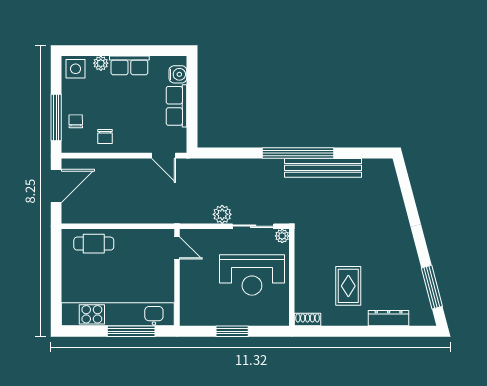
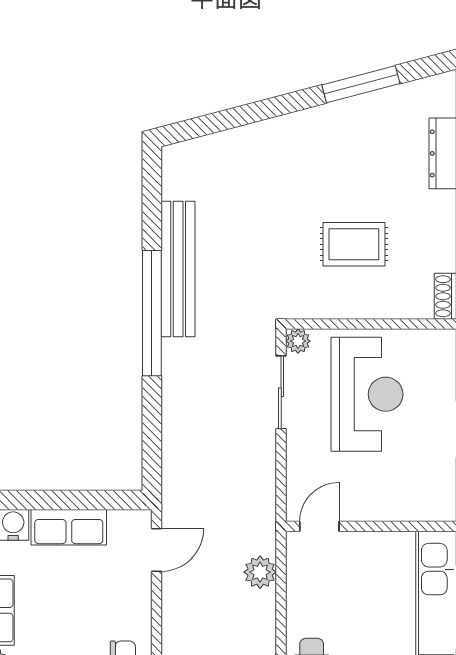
plant: (222, 214) -> (260, 572), moved
rug: (348, 286) -> (354, 244), moved
window: (432, 287) -> (361, 84), moved

